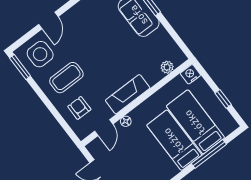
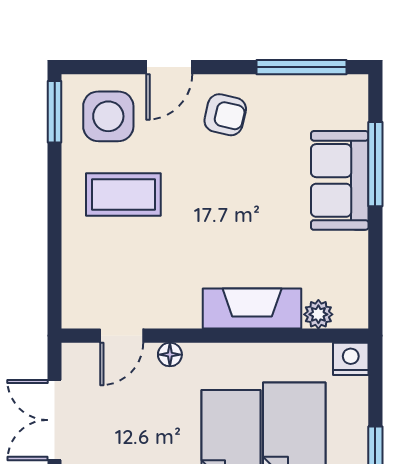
fireplace: (128, 94) -> (252, 308), moved
armchair: (79, 108) -> (225, 115), moved, turned 103

